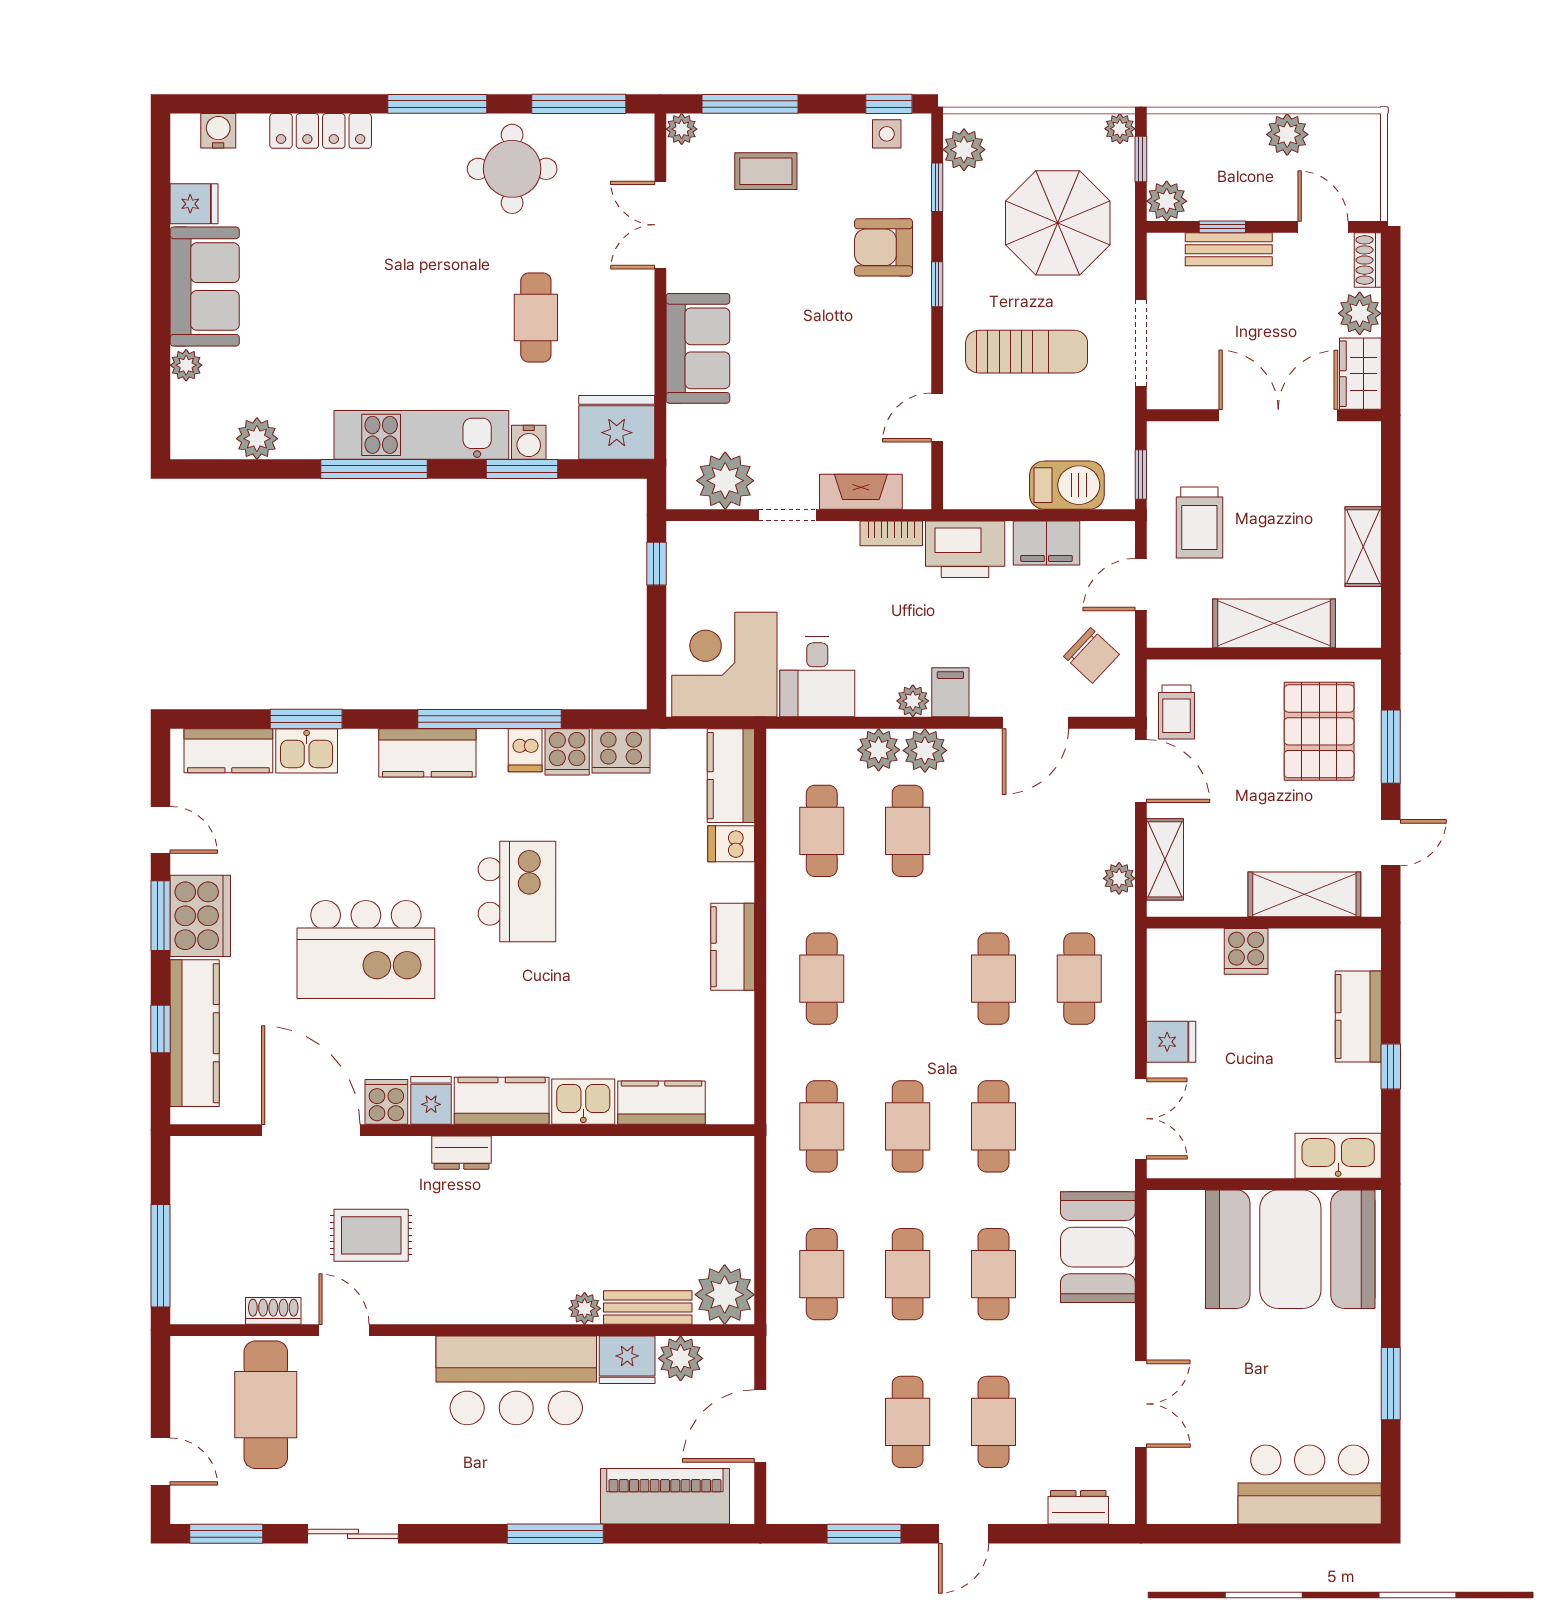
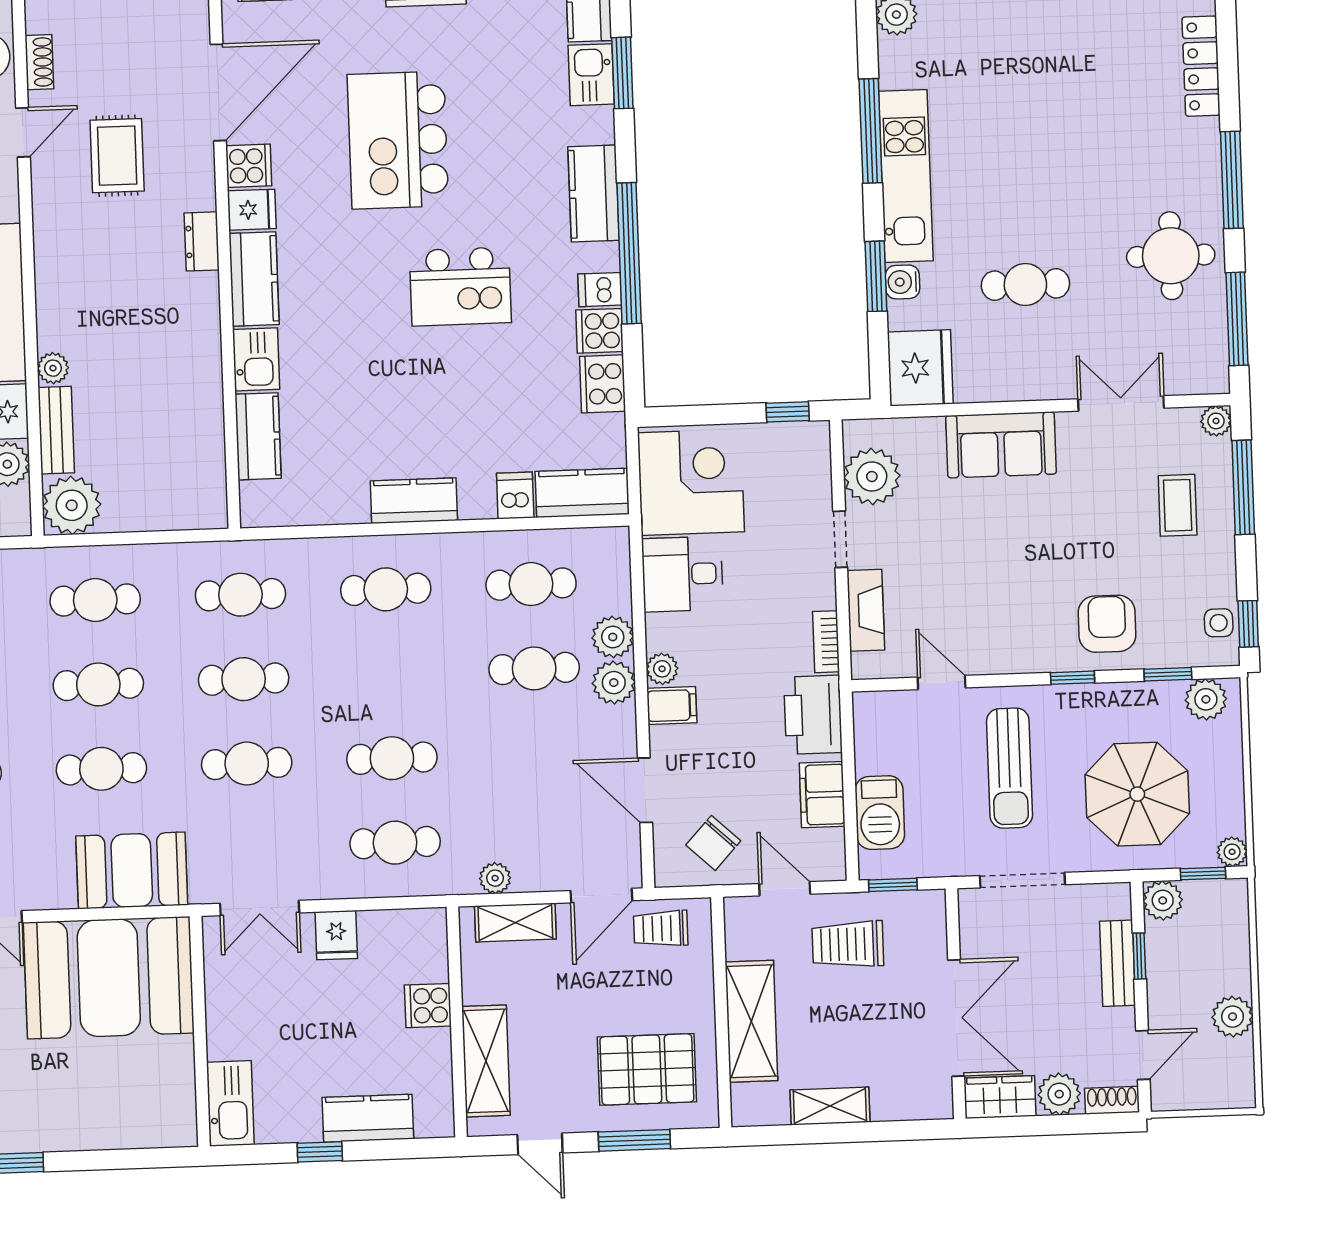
booth: (1290, 1249) -> (109, 978), moved, turned 90

